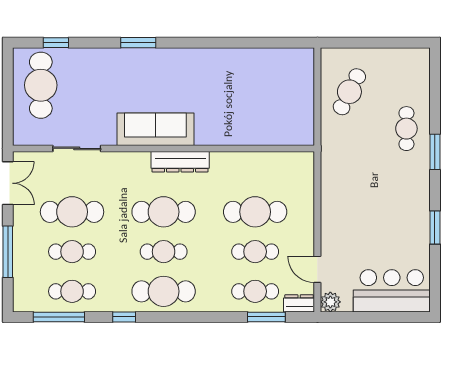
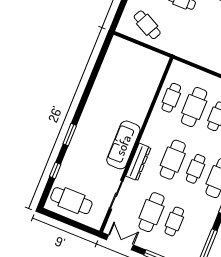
window: (56, 43) -> (55, 170), moved
dresser: (180, 162) -> (138, 162), moved
cafe table: (72, 291) -> (171, 98), moved

